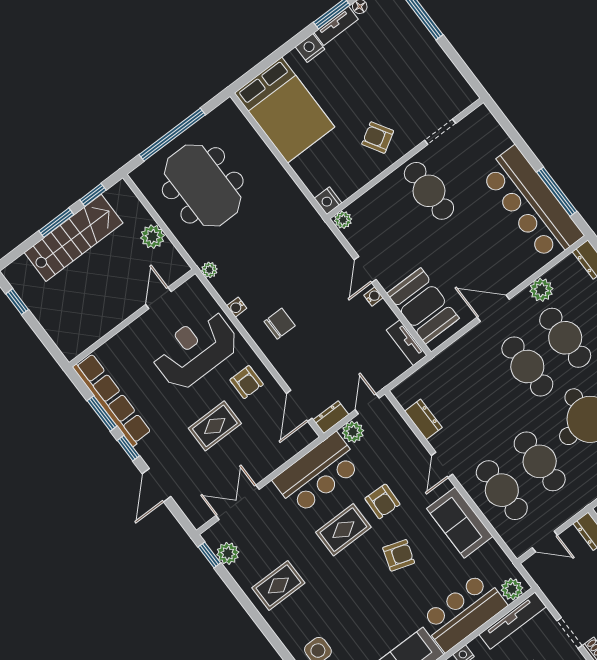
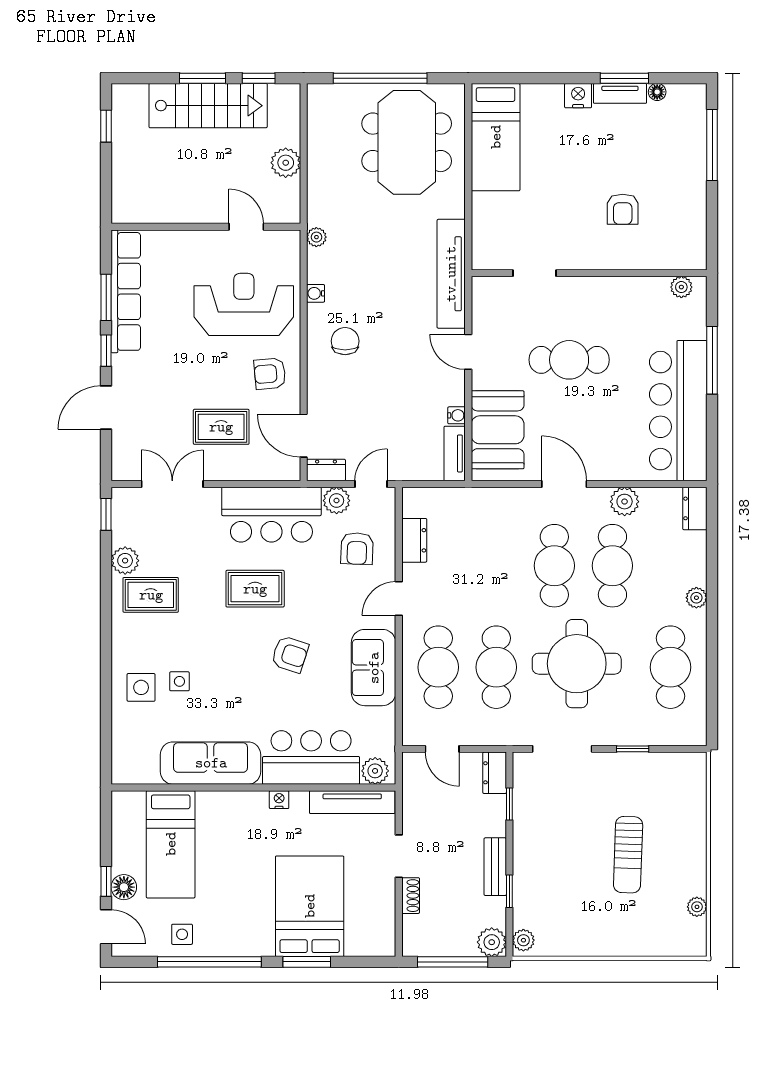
bed: (285, 110) -> (496, 137), width x0.67
doorway: (440, 132) -> (535, 273), moved
armchair: (378, 138) -> (623, 209), moved, turned -149
meeting table: (203, 185) -> (407, 142), moved
cafe table: (429, 191) -> (569, 360), moved, turned 90
window: (557, 192) -> (712, 360), moved
nightstand: (328, 201) -> (483, 257), removed
plant: (343, 220) -> (681, 287), moved
tv unit: (315, 227) -> (451, 274), added
door: (365, 270) -> (468, 352), hinge flipped
water cooler: (373, 296) -> (457, 415), moved
door: (158, 298) -> (246, 227), hinge flipped
chair: (280, 324) -> (345, 341), turned -90
armchair: (247, 382) -> (270, 374), turned 85
door: (299, 406) -> (304, 436), hinge flipped
rug: (215, 426) -> (221, 427), moved
armchair: (382, 501) -> (357, 549), moved
plant: (228, 553) -> (125, 561), moved
side table: (340, 628) -> (179, 681), added

